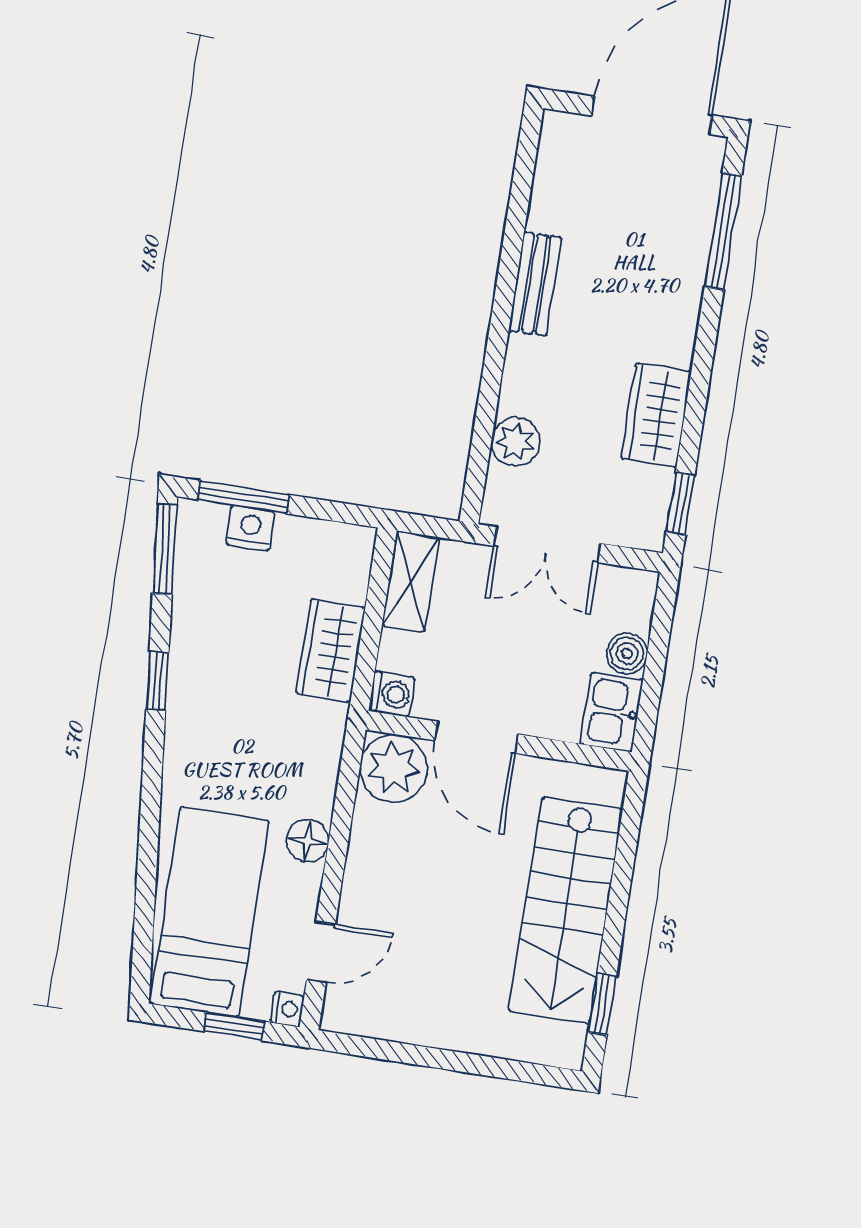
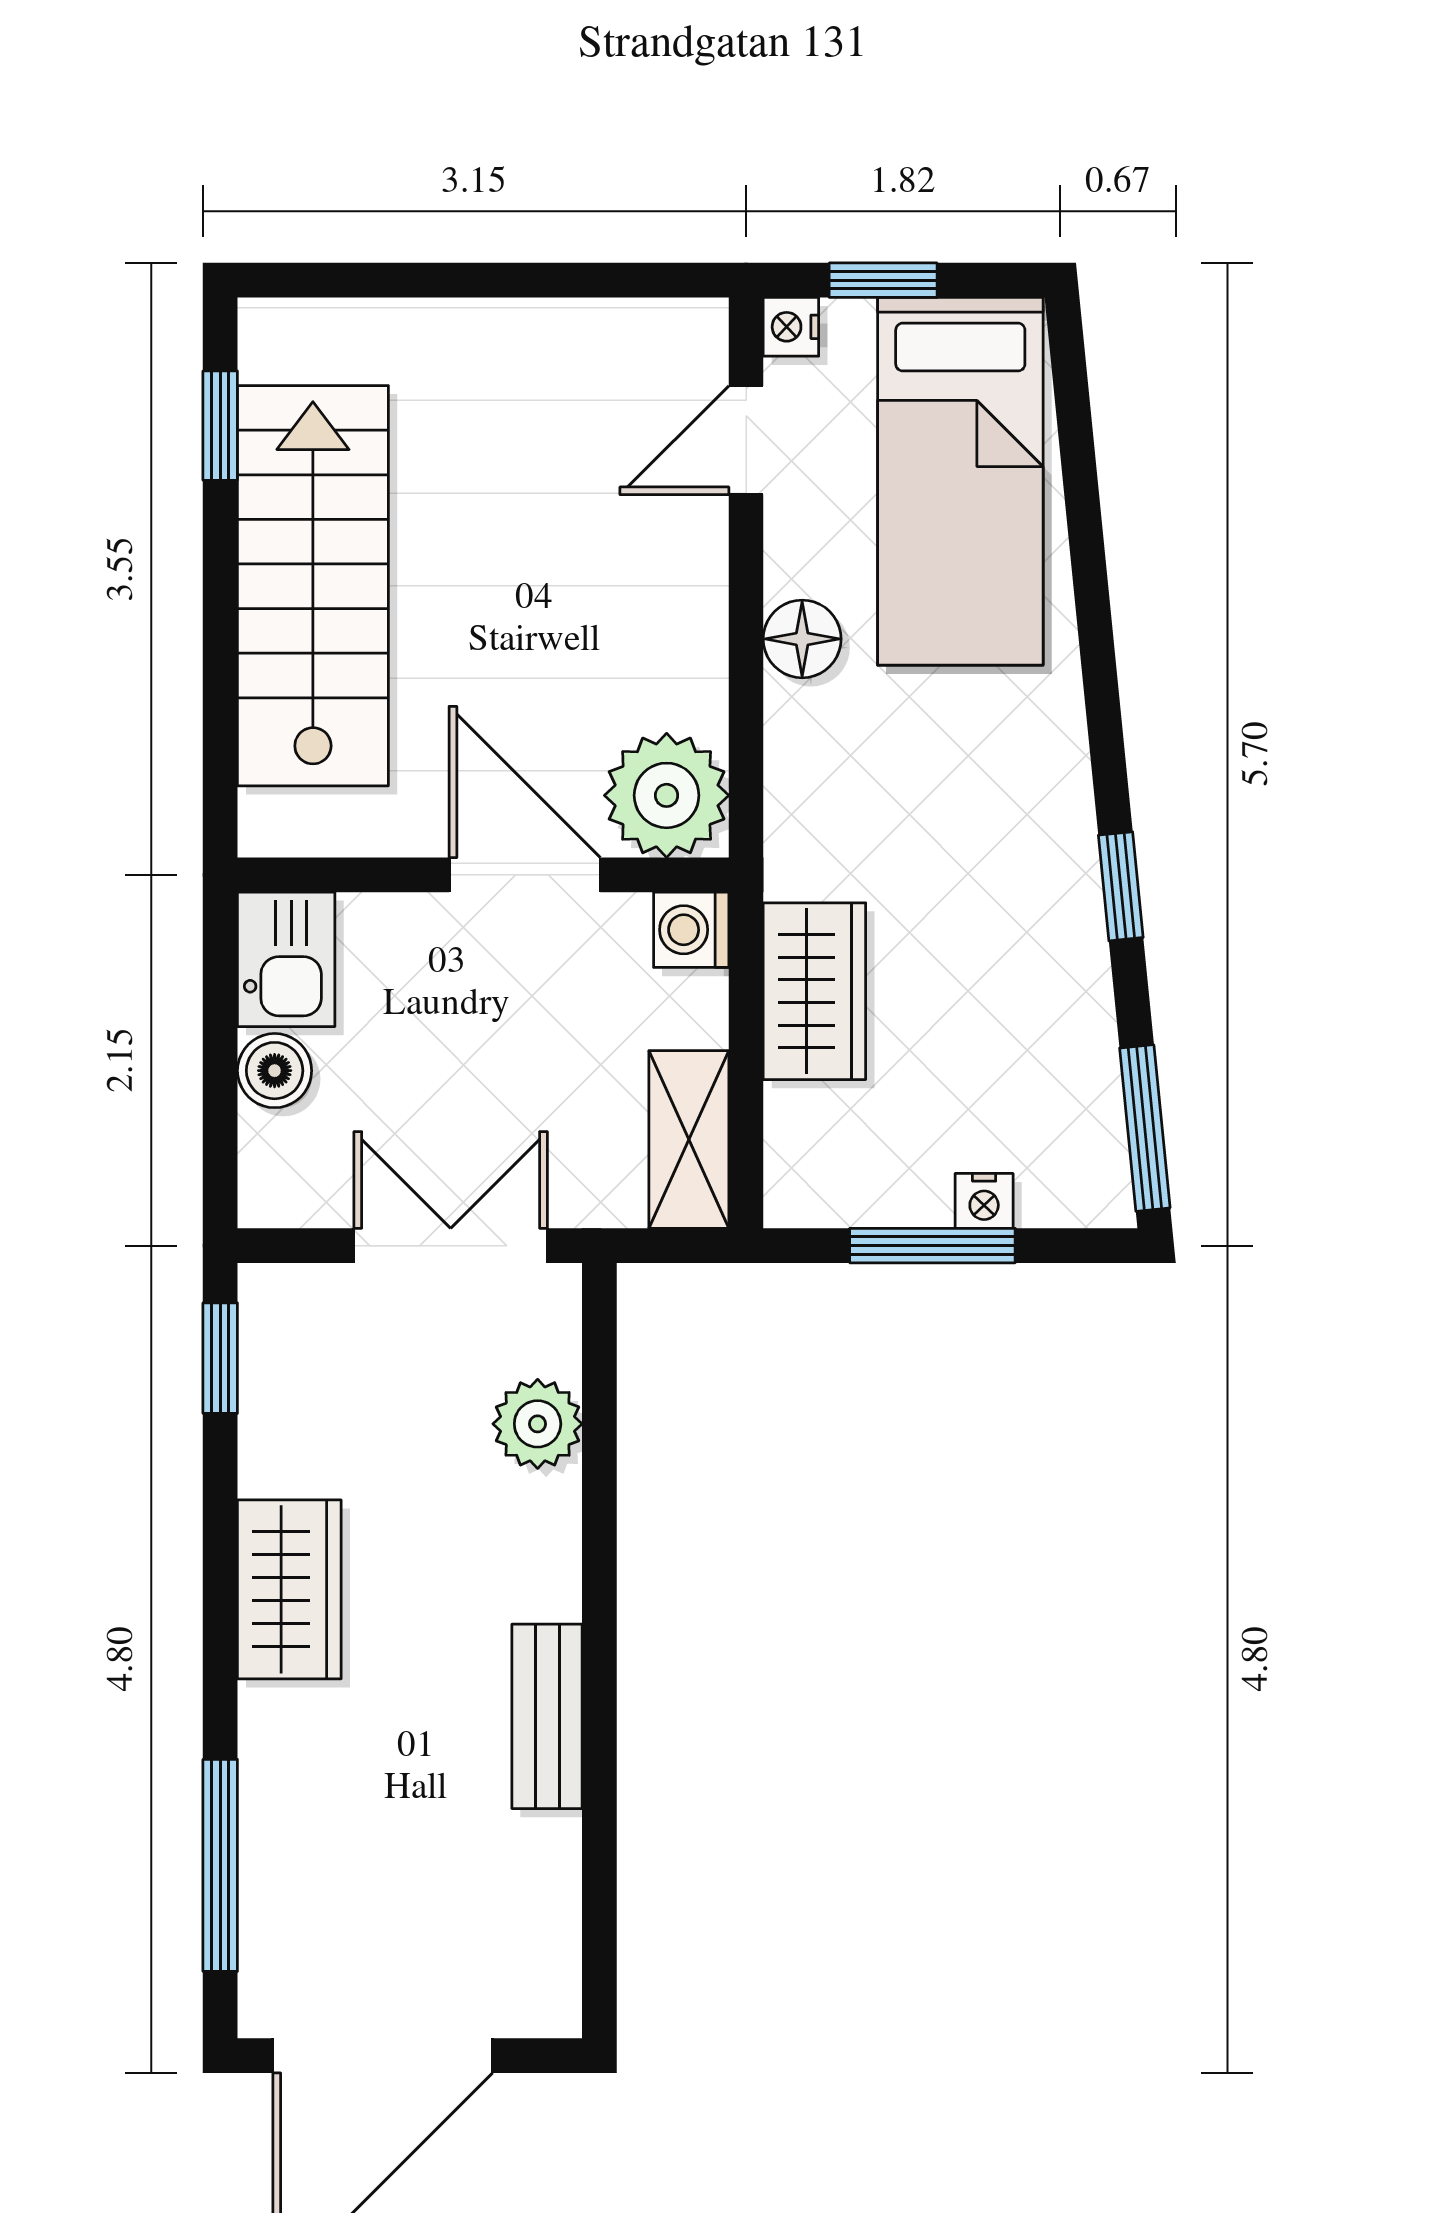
wardrobe: (656, 415) -> (289, 1589), moved
window: (243, 497) -> (932, 1246), moved
nightstand: (250, 528) -> (984, 1201), width x0.72, depth x0.74

